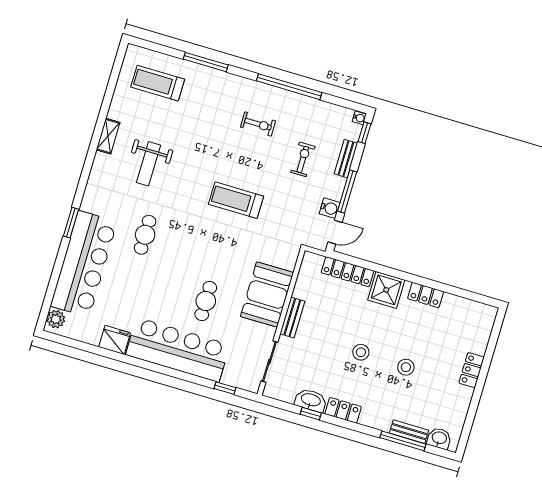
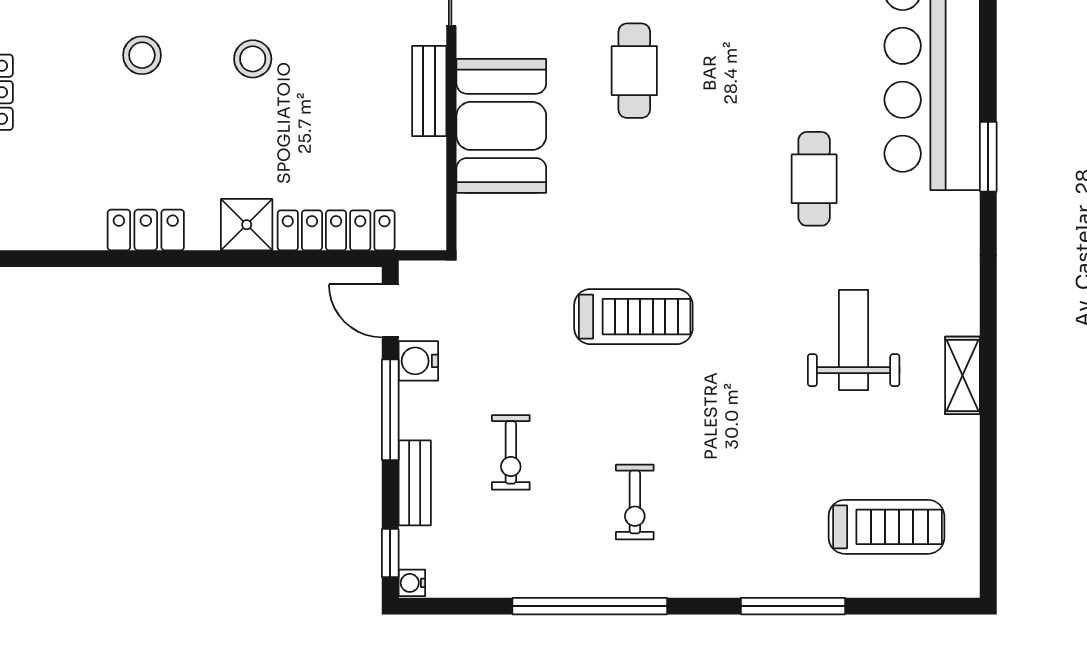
exercise bike: (258, 124) -> (635, 502), turned -90
door: (335, 232) -> (390, 311), hinge flipped
shower: (386, 290) -> (247, 225), width x0.73, depth x0.73

